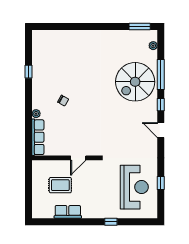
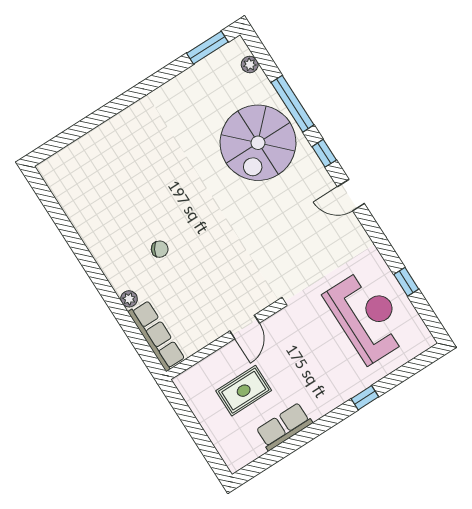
window: (29, 72) -> (73, 238), removed

